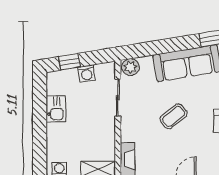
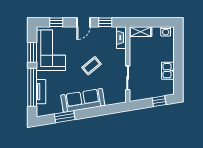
plant: (130, 67) -> (119, 98), removed
washing machine: (87, 74) -> (148, 94), removed

